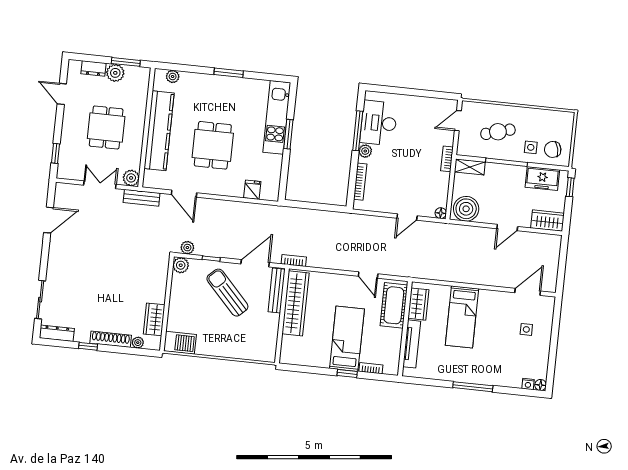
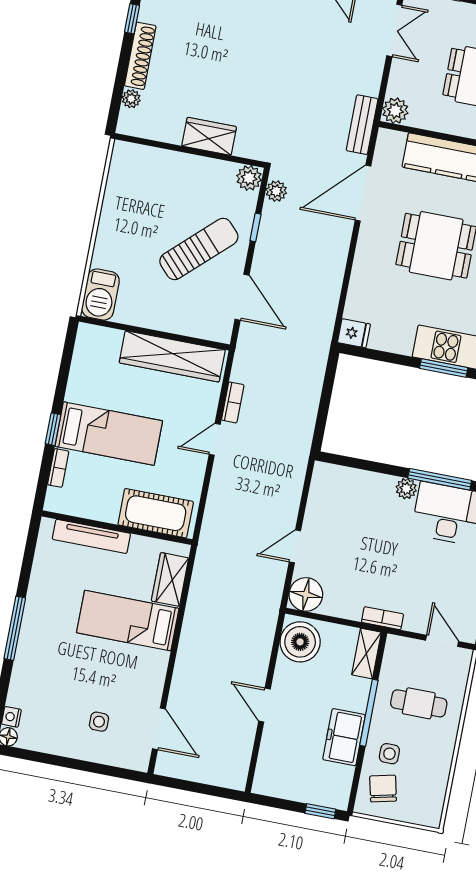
cafe table: (498, 132) -> (419, 703), turned -74
freezer: (542, 178) -> (344, 737), moved
bookcase: (360, 182) -> (358, 476), removed
double door: (100, 185) -> (394, 30), moved
fridge: (252, 190) -> (354, 333), moved
door: (184, 194) -> (363, 193), width x1.36
floor lamp: (441, 213) -> (306, 594), width x1.89, depth x1.89
door: (407, 217) -> (295, 546), hinge flipped
wardrobe: (548, 221) -> (270, 770), removed
bookcase: (294, 260) -> (233, 402), moved
door: (368, 275) -> (215, 439), moved
bench: (277, 290) -> (195, 328), removed
wardrobe: (418, 304) -> (170, 579), moved, turned 90
wardrobe: (154, 319) -> (209, 136), moved
barbecue: (180, 343) -> (100, 295), moved

